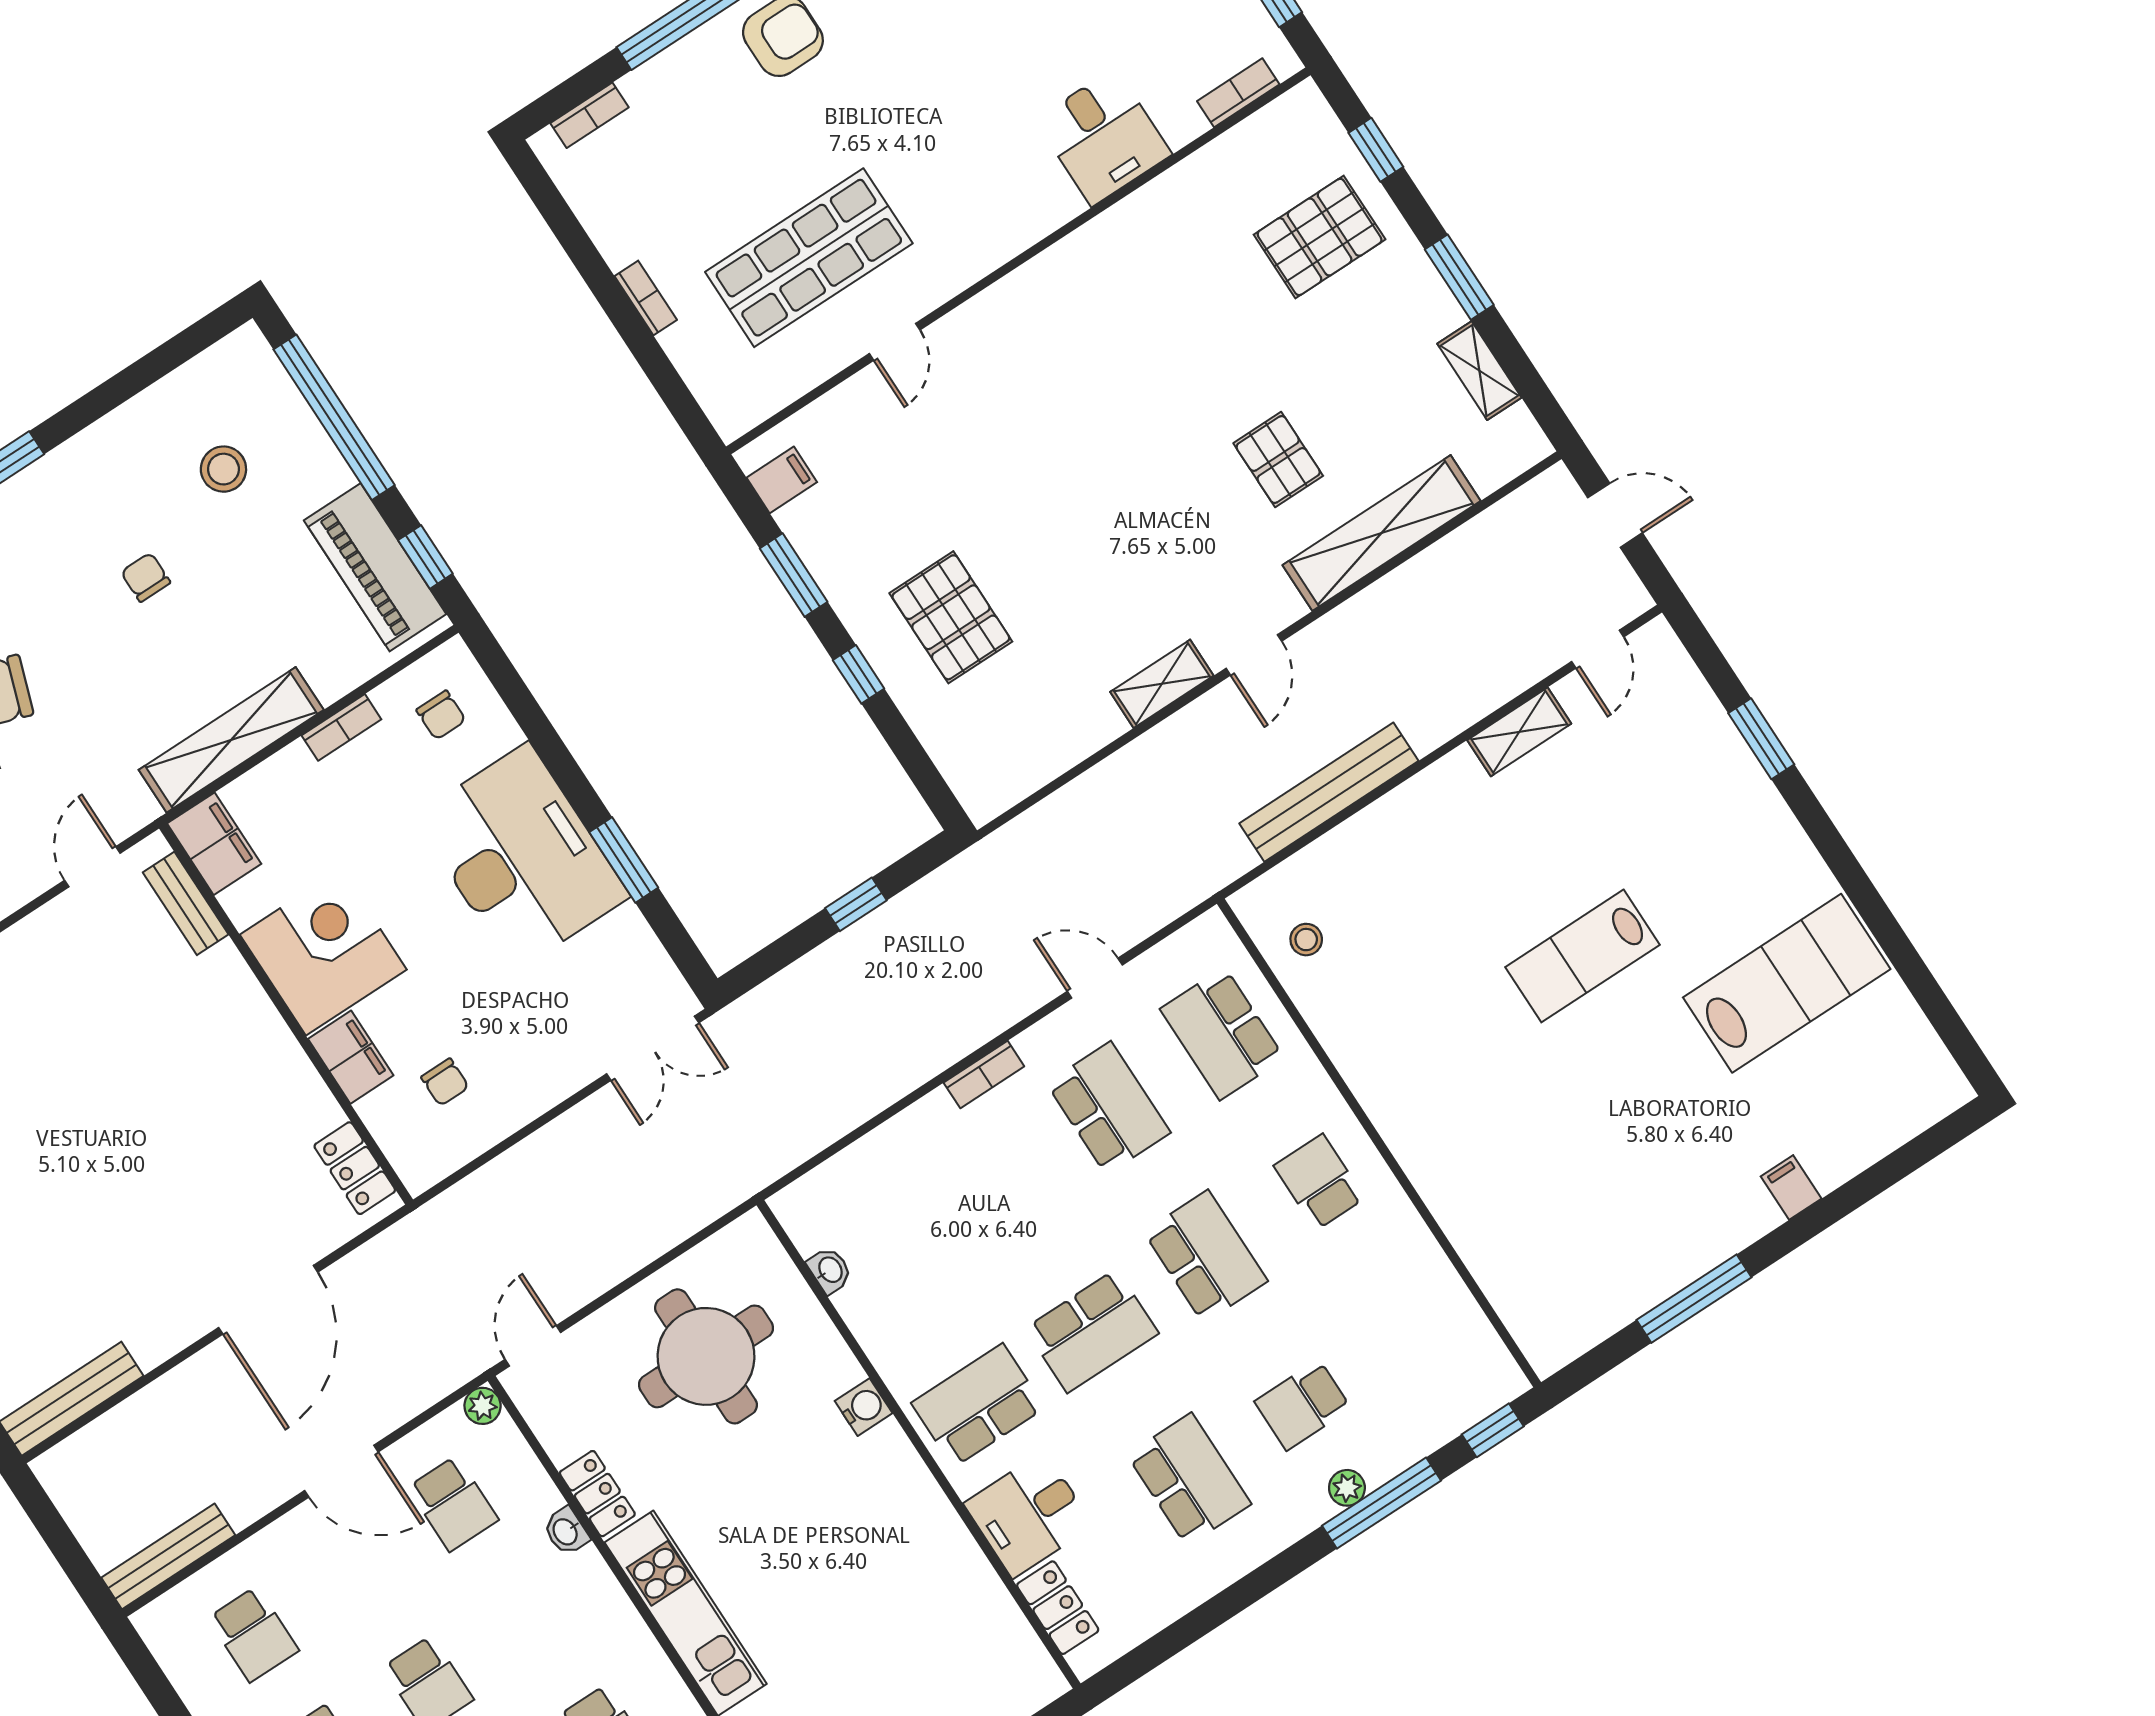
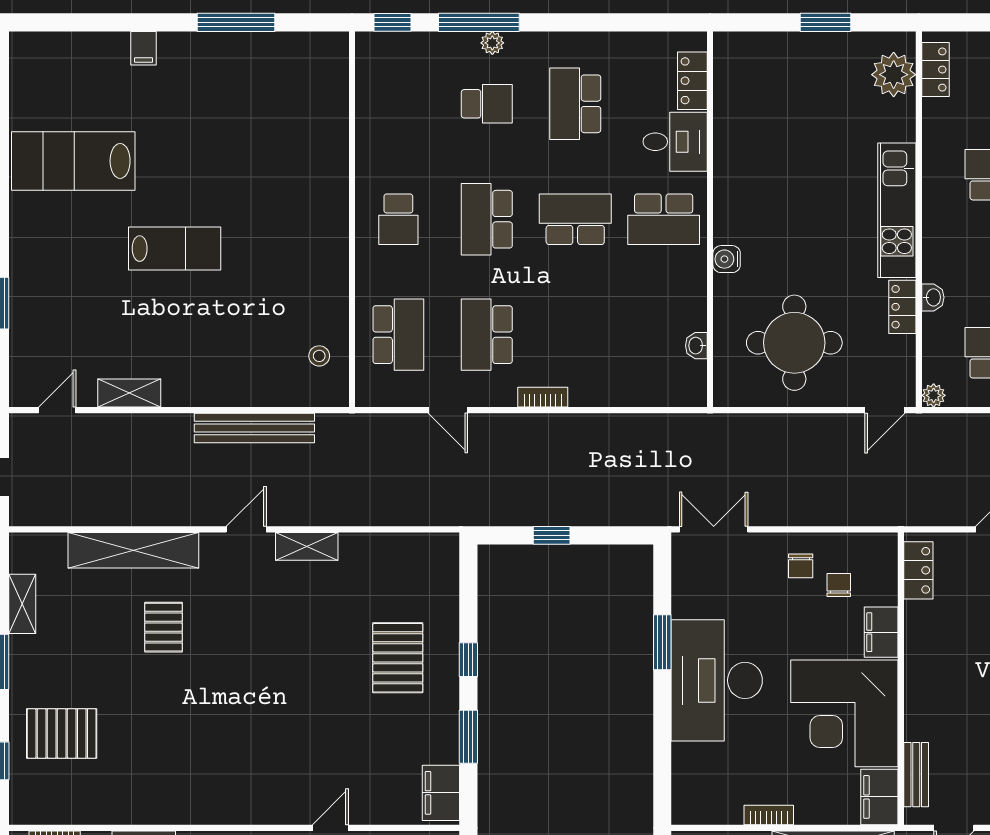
filing cabinet: (782, 480) -> (441, 793), width x2.00
chair: (441, 715) -> (801, 566), moved, turned 180
corner desk: (323, 952) -> (844, 713), width x1.36, depth x1.36

